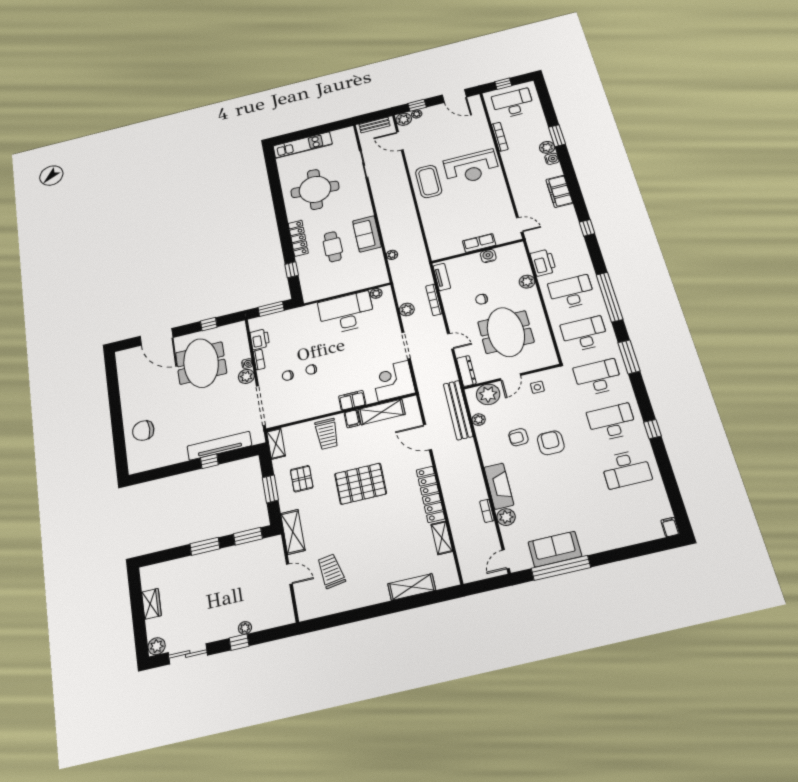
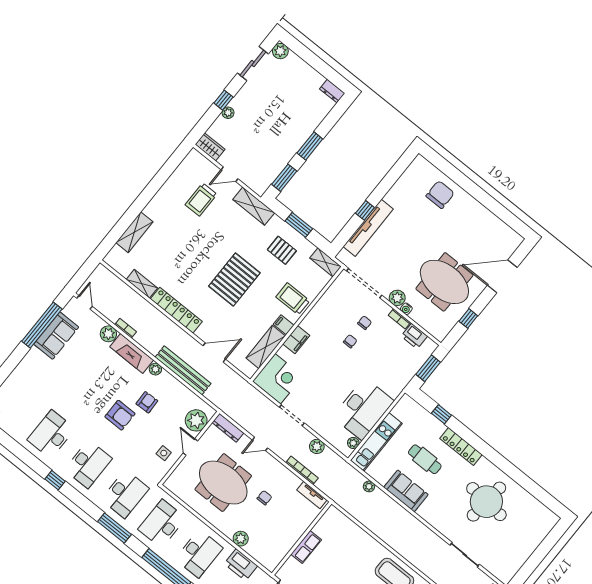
kitchen unit: (303, 145) -> (376, 442), moved, turned 180
water cooler: (488, 256) -> (289, 540), removed
desk: (584, 334) -> (162, 524), turned 180
bench: (458, 410) -> (183, 370), moved
plant: (479, 420) -> (155, 369), moved
trolley: (331, 571) -> (201, 200), turned 99
dresser: (147, 578) -> (332, 91), added
wardrobe: (152, 604) -> (210, 147), moved, turned 180

